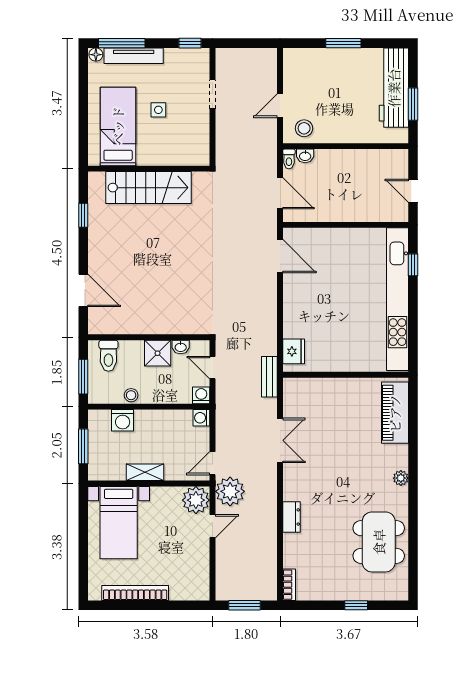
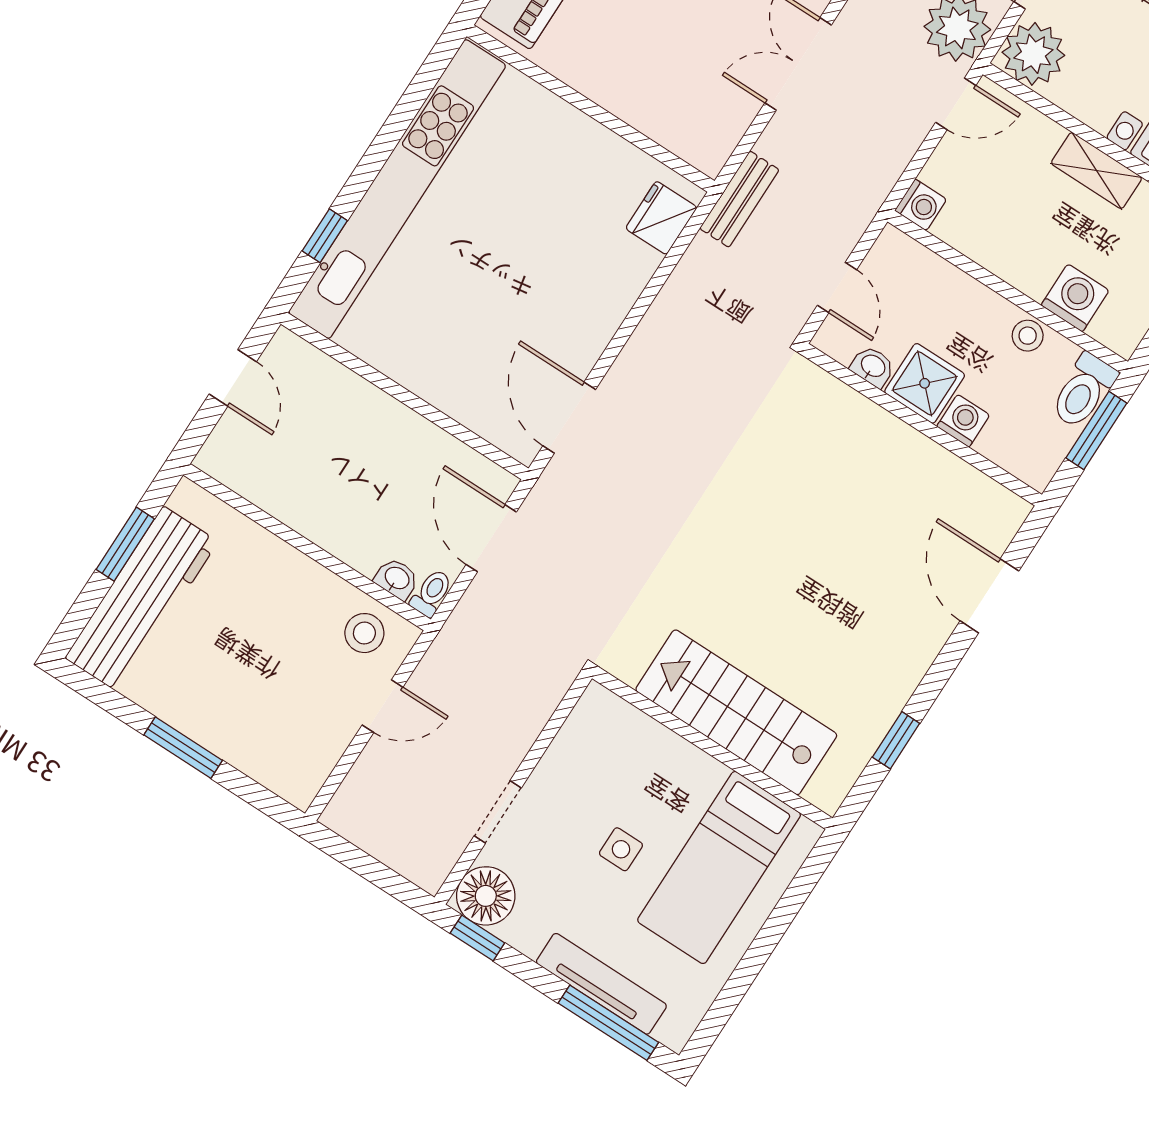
floor lamp: (96, 55) -> (486, 896), moved, width x1.89, depth x1.89
toilet: (108, 356) -> (1083, 391), moved, turned 180
washing machine: (201, 395) -> (963, 421), moved, turned 180

